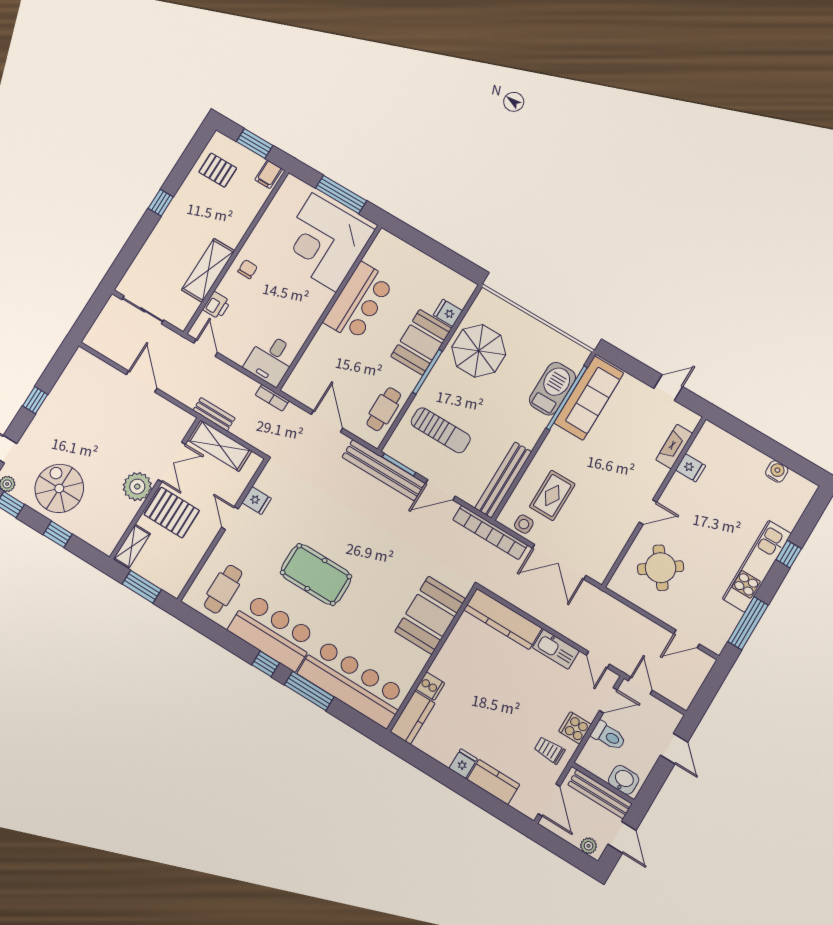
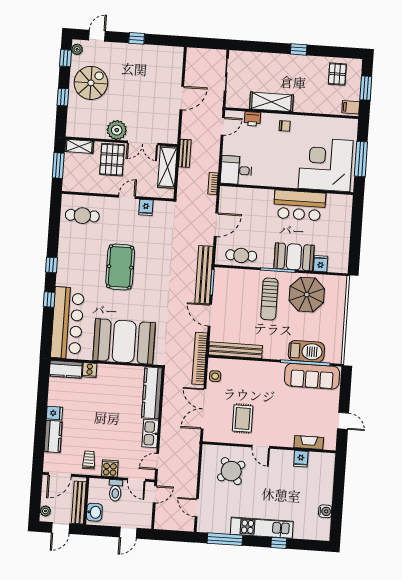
sun lounger: (441, 430) -> (269, 299), moved
rug: (552, 495) -> (243, 418), moved, turned 90
booth: (430, 615) -> (124, 341), width x1.36, depth x1.42
bar counter: (273, 632) -> (72, 259), removed
window: (309, 691) -> (49, 299), width x0.46

